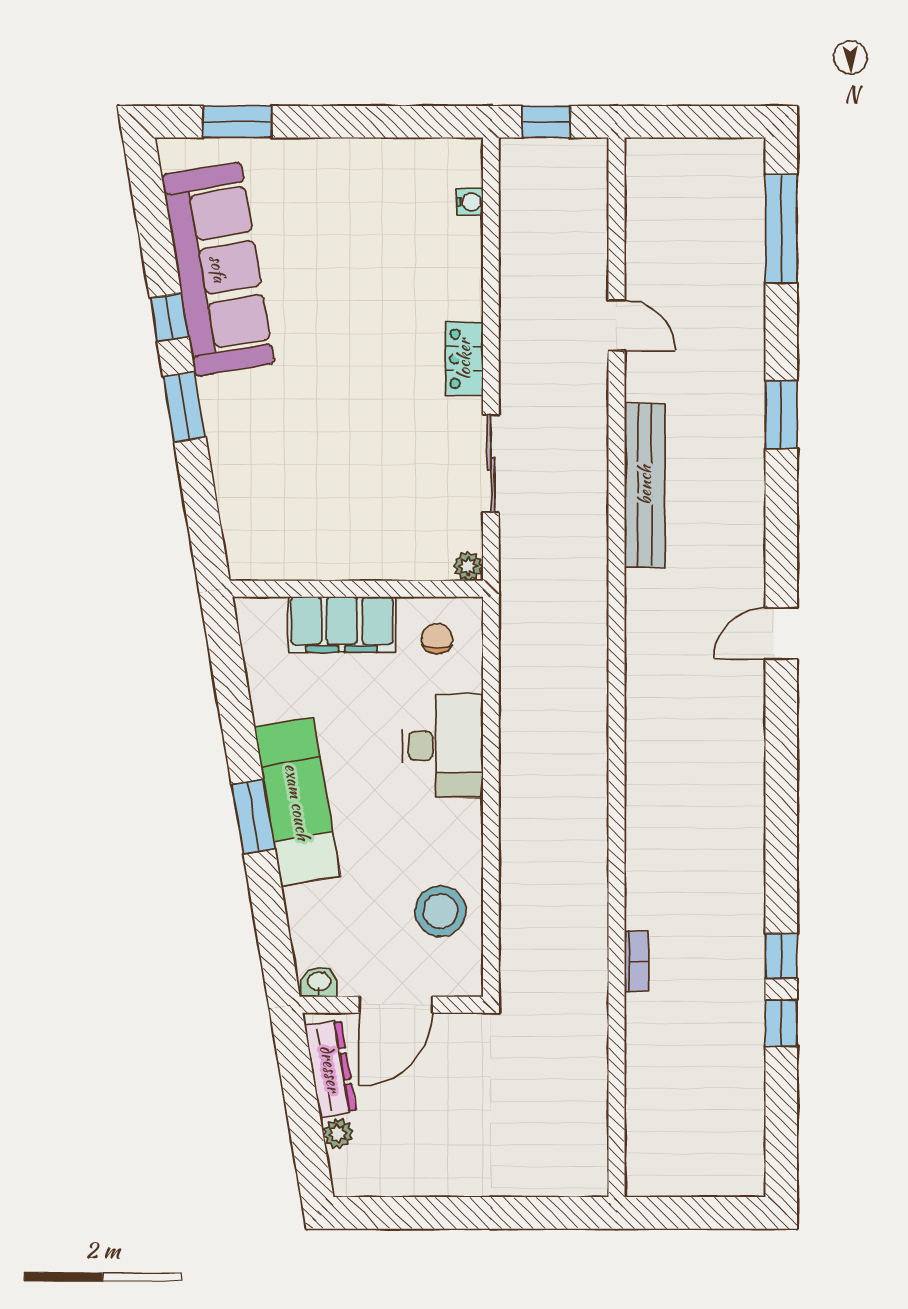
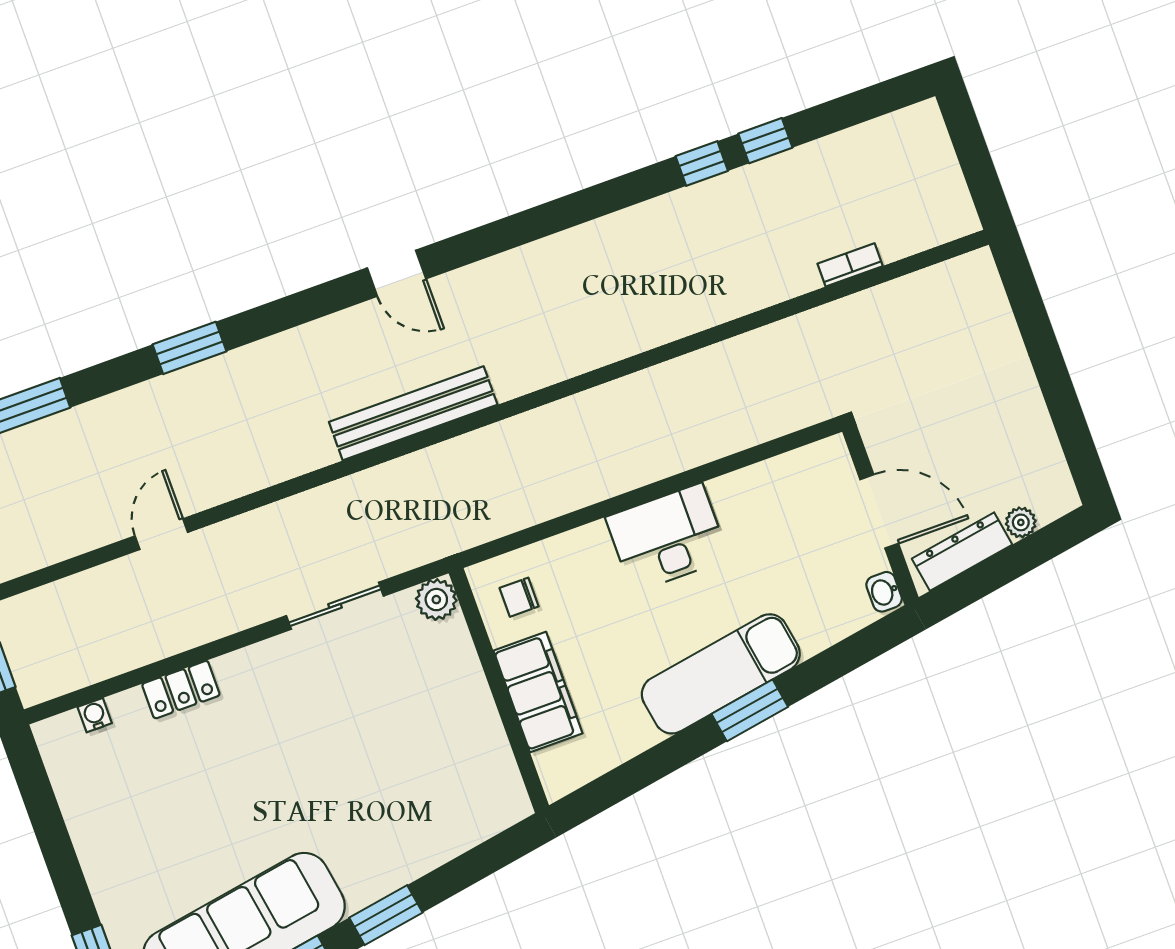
locker: (464, 359) -> (181, 690), moved
bench: (645, 485) -> (413, 413), moved
plant: (468, 566) -> (436, 600), width x1.38, depth x1.38
desk: (442, 746) -> (667, 538), moved
stool: (441, 911) -> (775, 501), removed
bookcase: (636, 961) -> (850, 265), moved

